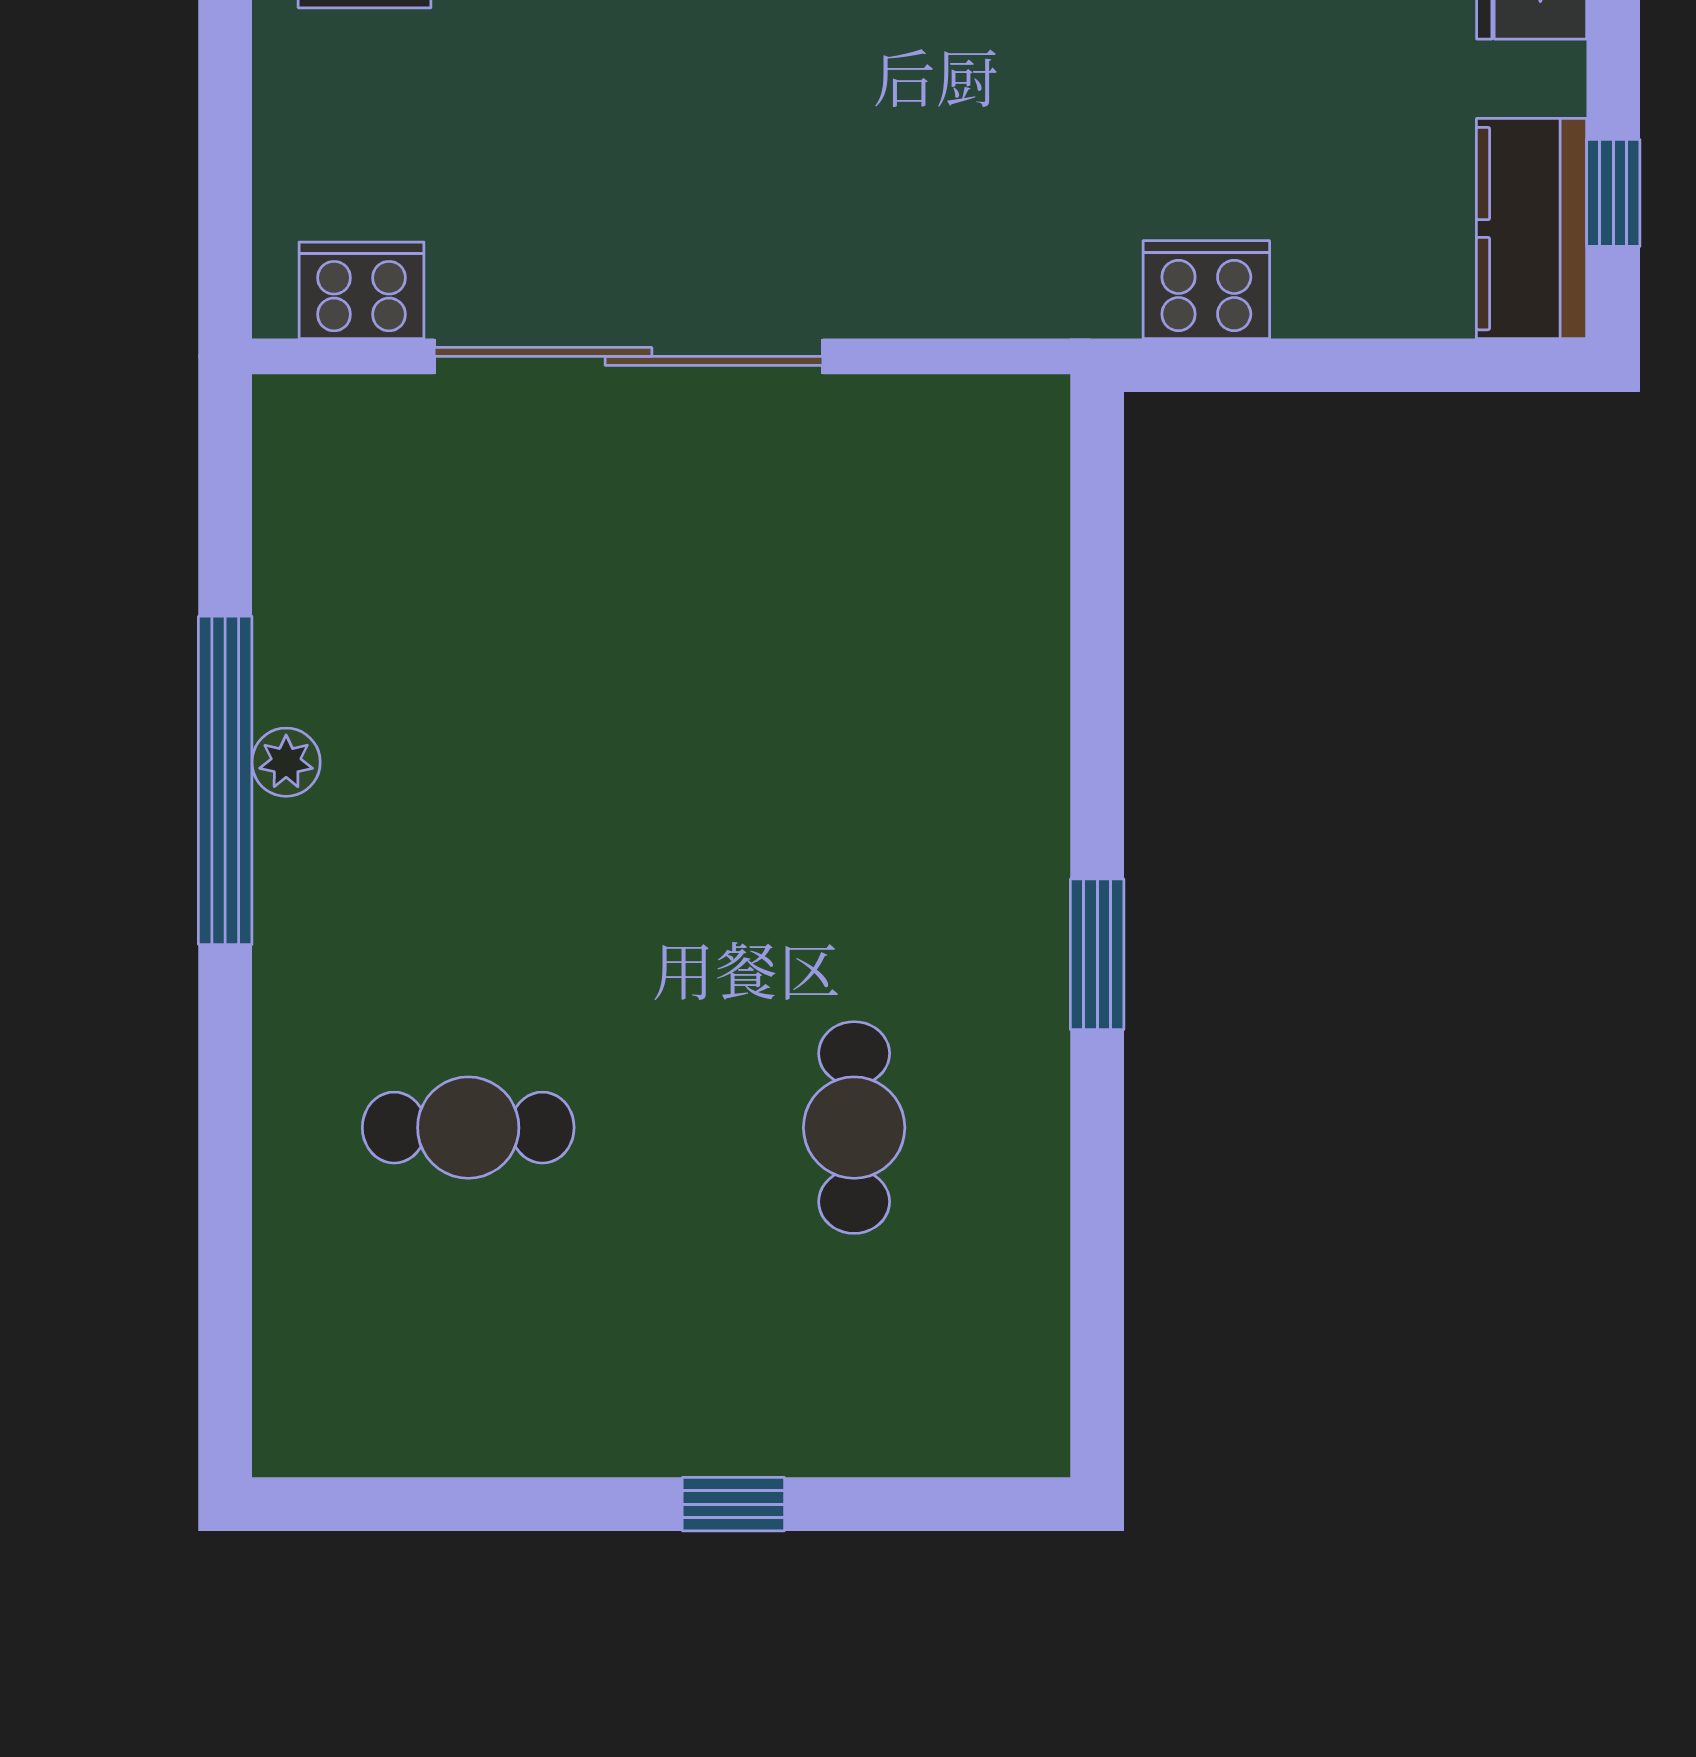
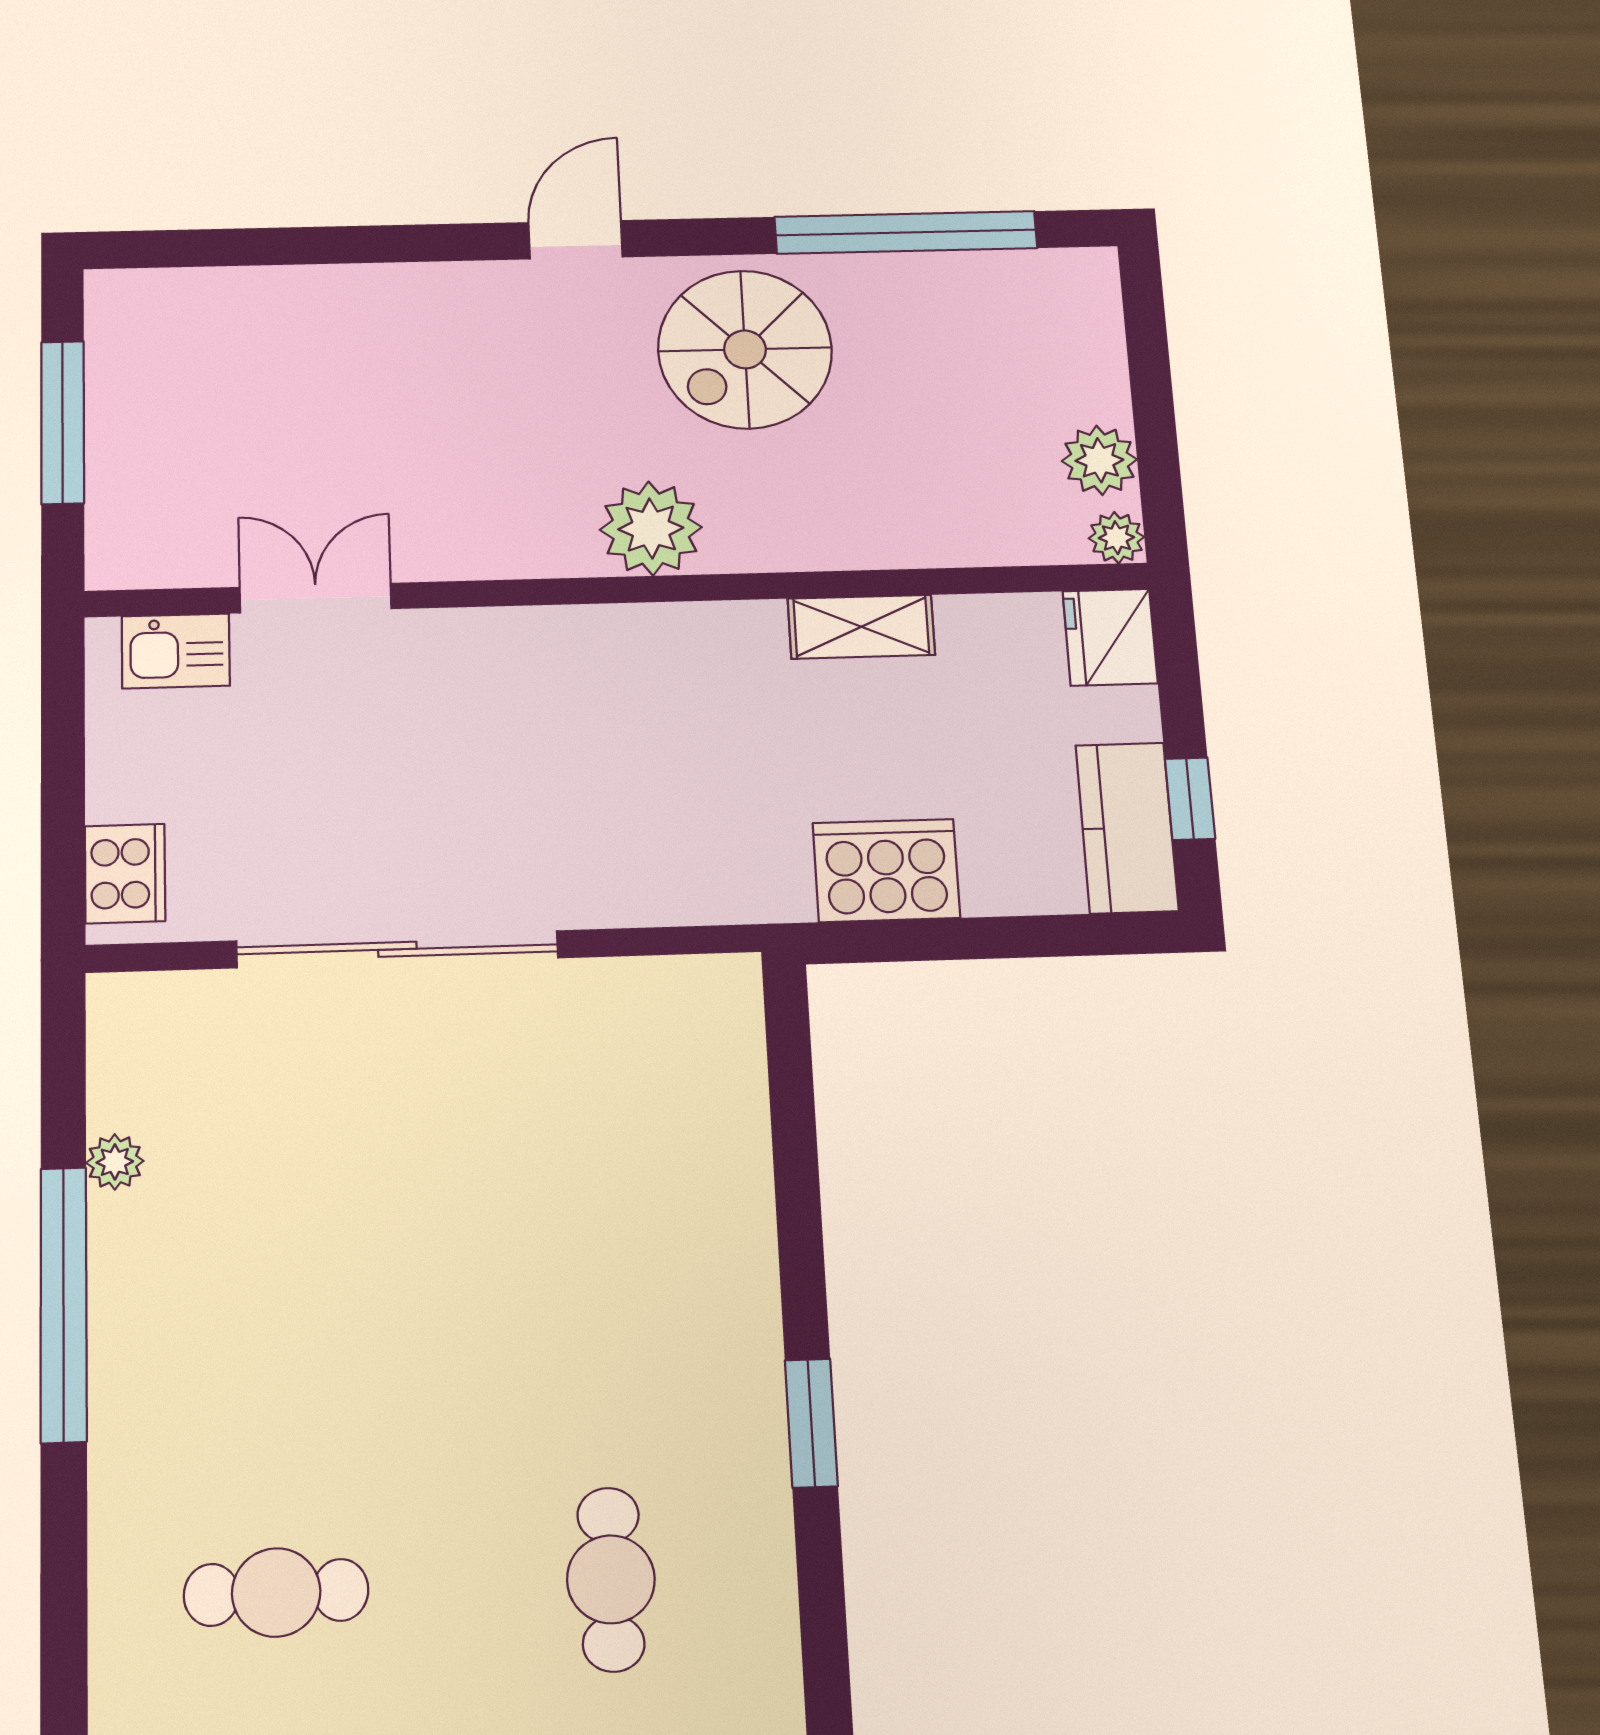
cooker: (362, 290) -> (125, 874), moved, turned 90
cooker: (1206, 290) -> (886, 870), width x1.37, depth x1.31
plant: (286, 762) -> (115, 1162), moved

